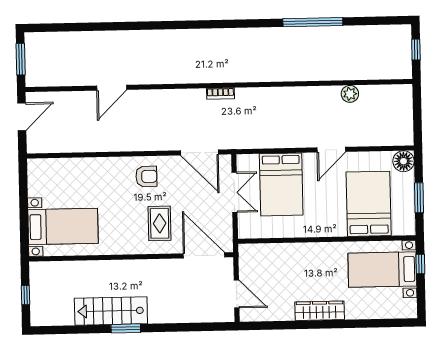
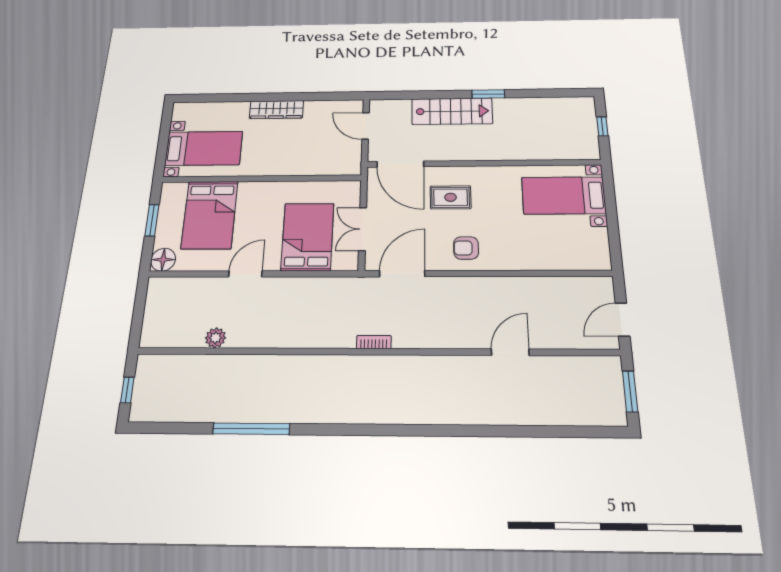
door: (199, 152) -> (402, 274), hinge flipped
rug: (160, 223) -> (451, 197), turned 90
window: (420, 264) -> (162, 153), removed
stairs: (111, 311) -> (452, 111), moved

